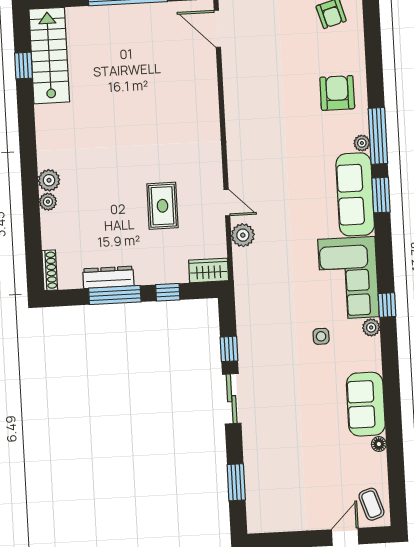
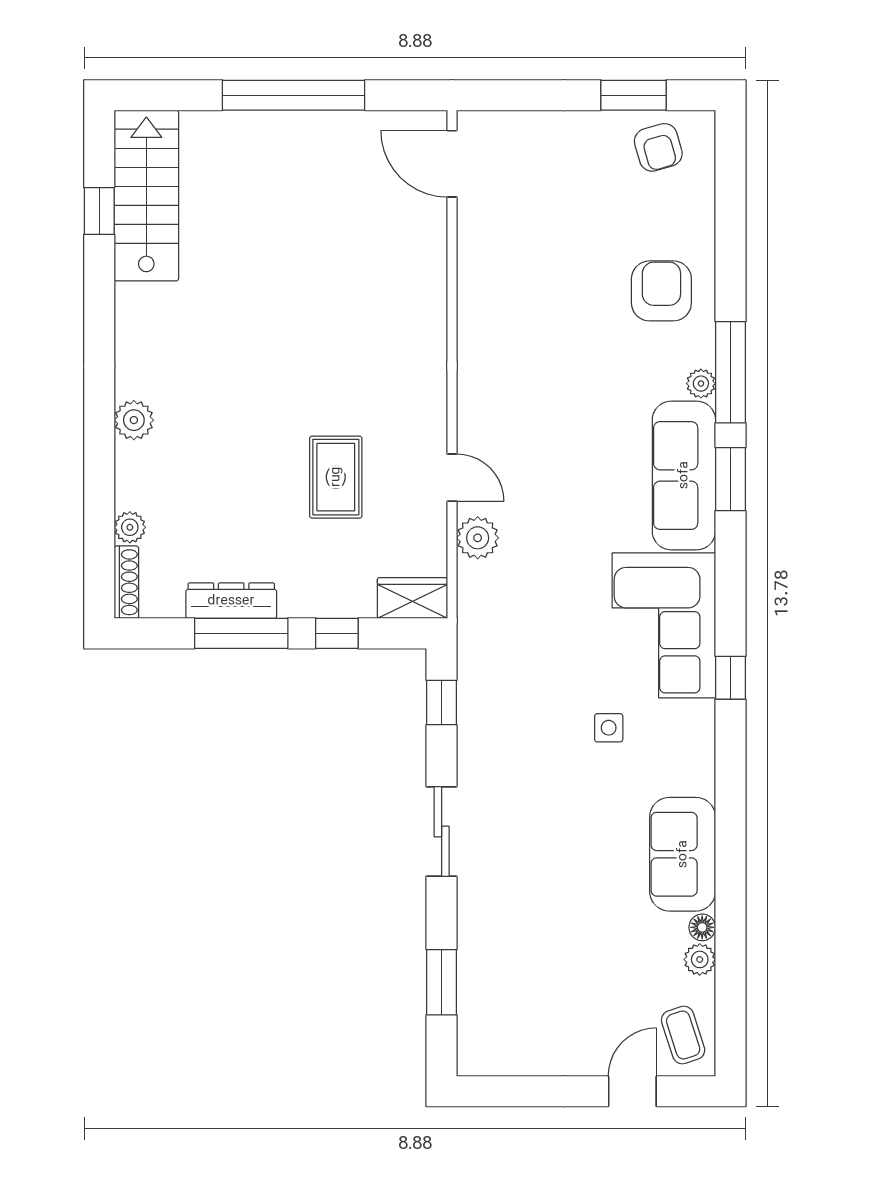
plant: (48, 202) -> (130, 527), moved
plant: (371, 327) -> (700, 959), moved
window: (229, 349) -> (442, 703), moved

